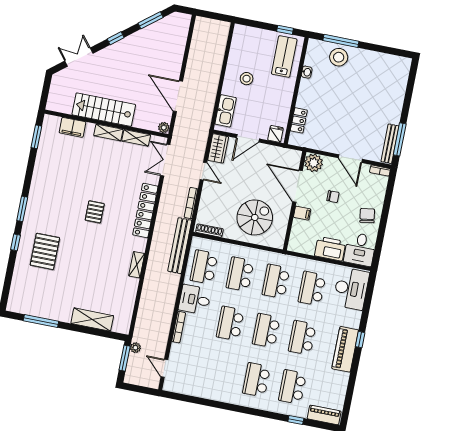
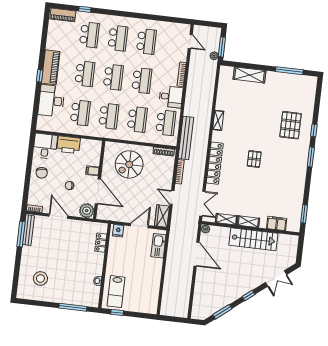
stool: (339, 57) -> (40, 279), moved
stool: (247, 79) -> (144, 272), removed
desk: (351, 289) -> (51, 101), moved
school desk: (220, 373) -> (146, 41), added

